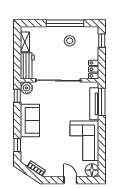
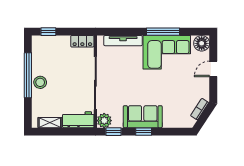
stool: (70, 41) -> (40, 82), moved
window: (102, 102) -> (163, 32), moved
window: (17, 145) -> (144, 132), moved

